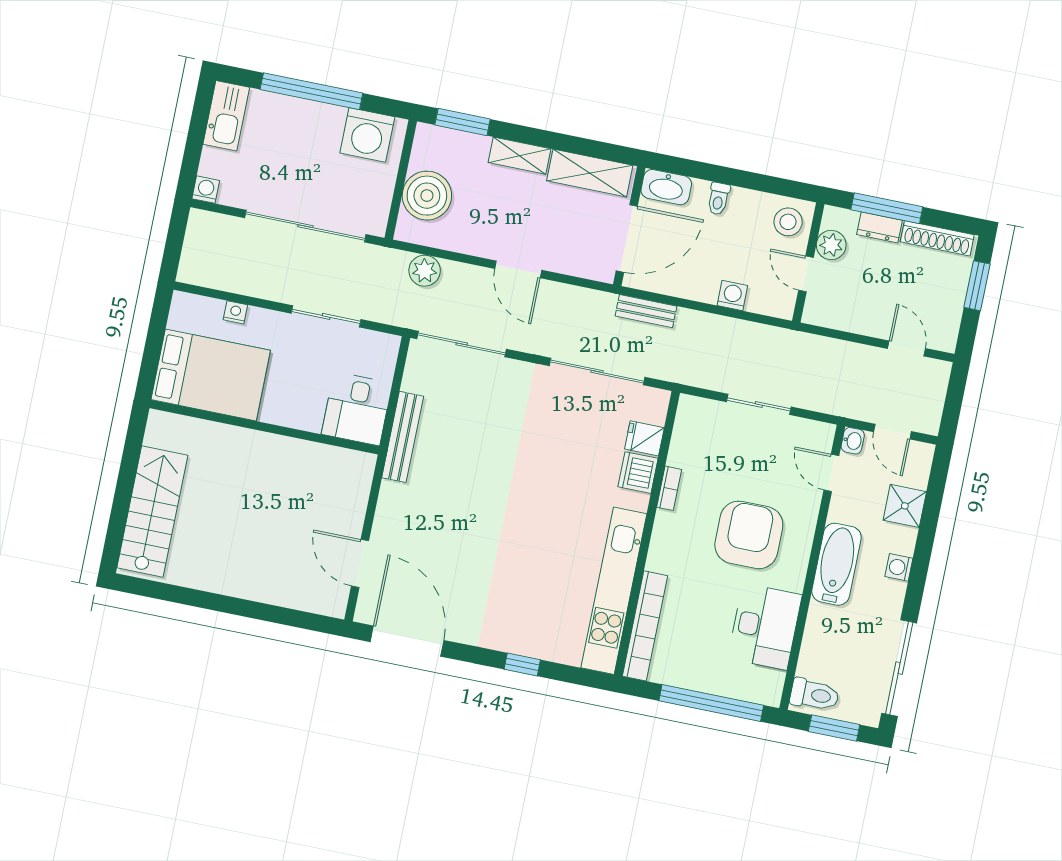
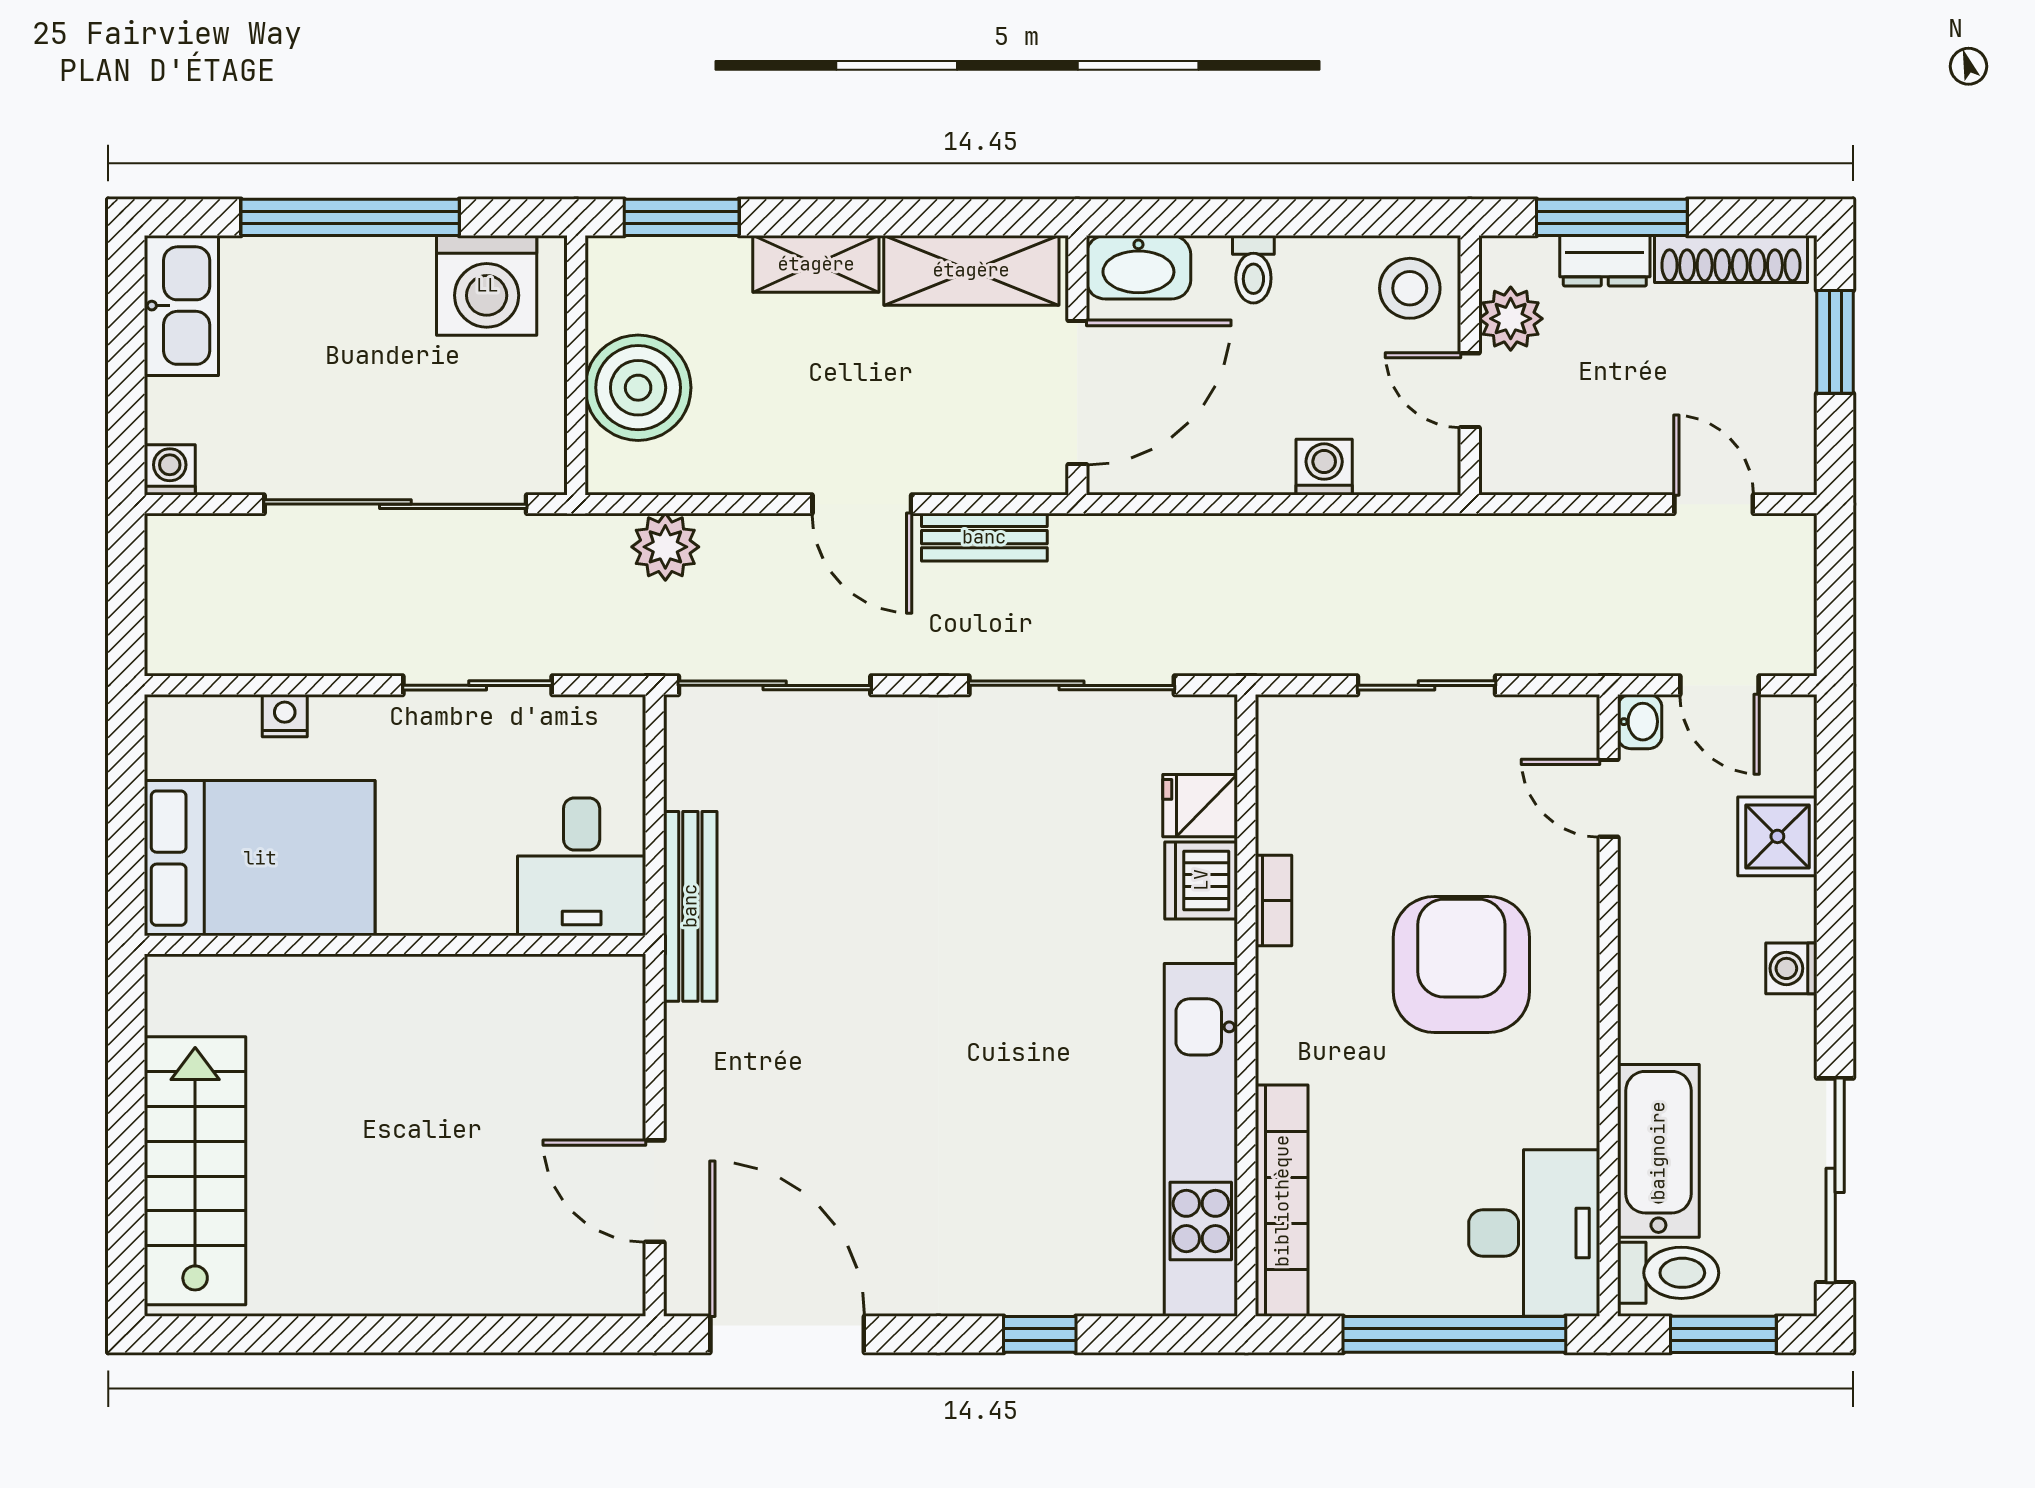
bench: (646, 311) -> (984, 537), moved
bathtub: (836, 564) -> (1658, 1151), moved
desk: (765, 627) -> (1534, 1233), moved

